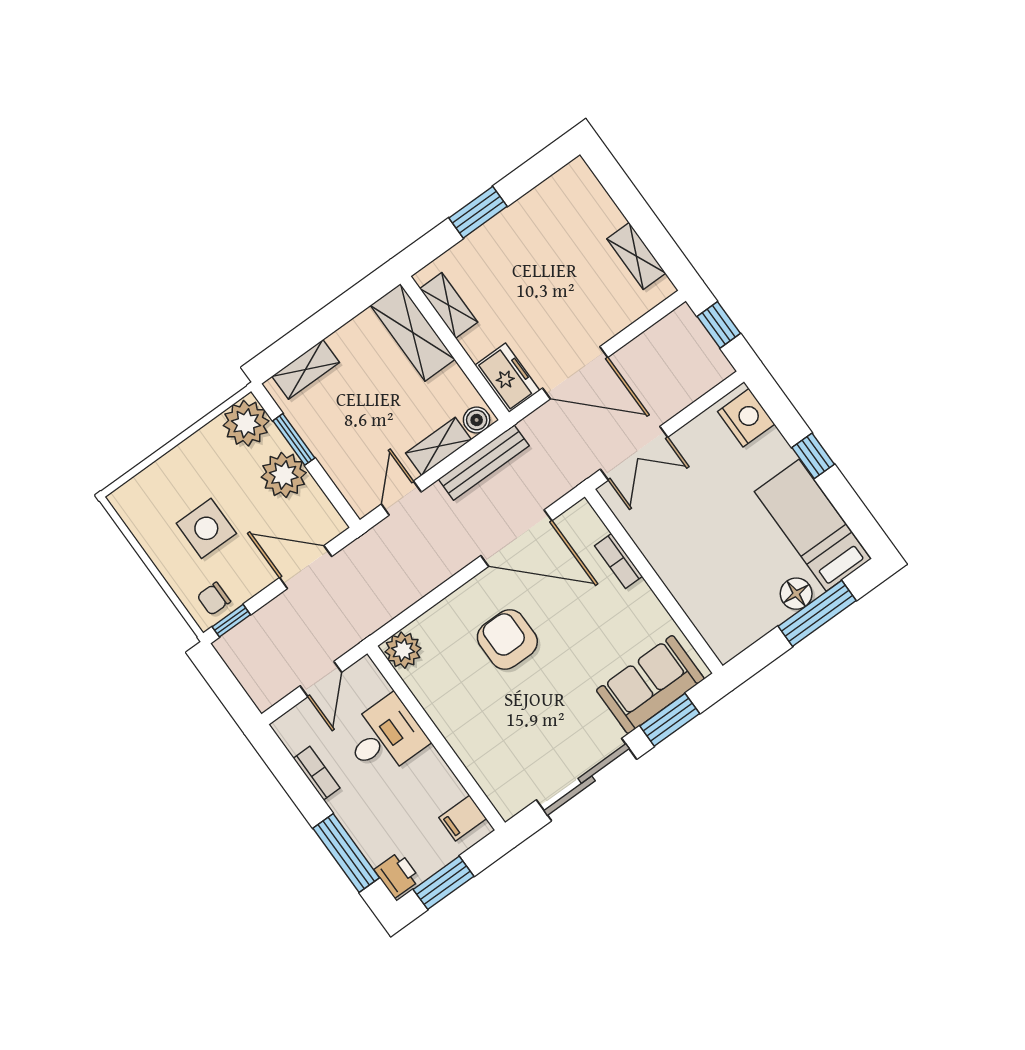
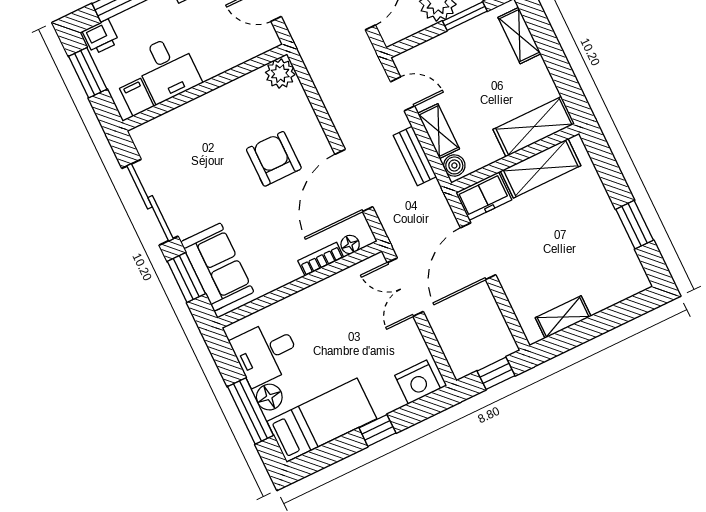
window: (478, 212) -> (635, 225), moved
shelving: (449, 305) -> (541, 168), width x1.50, depth x1.33
bench: (484, 462) -> (415, 156), width x0.73
floor lamp: (594, 529) -> (350, 244), added
desk: (743, 608) -> (266, 353), added
armchair: (507, 639) -> (274, 159), turned -90
desk: (385, 737) -> (167, 69), moved

